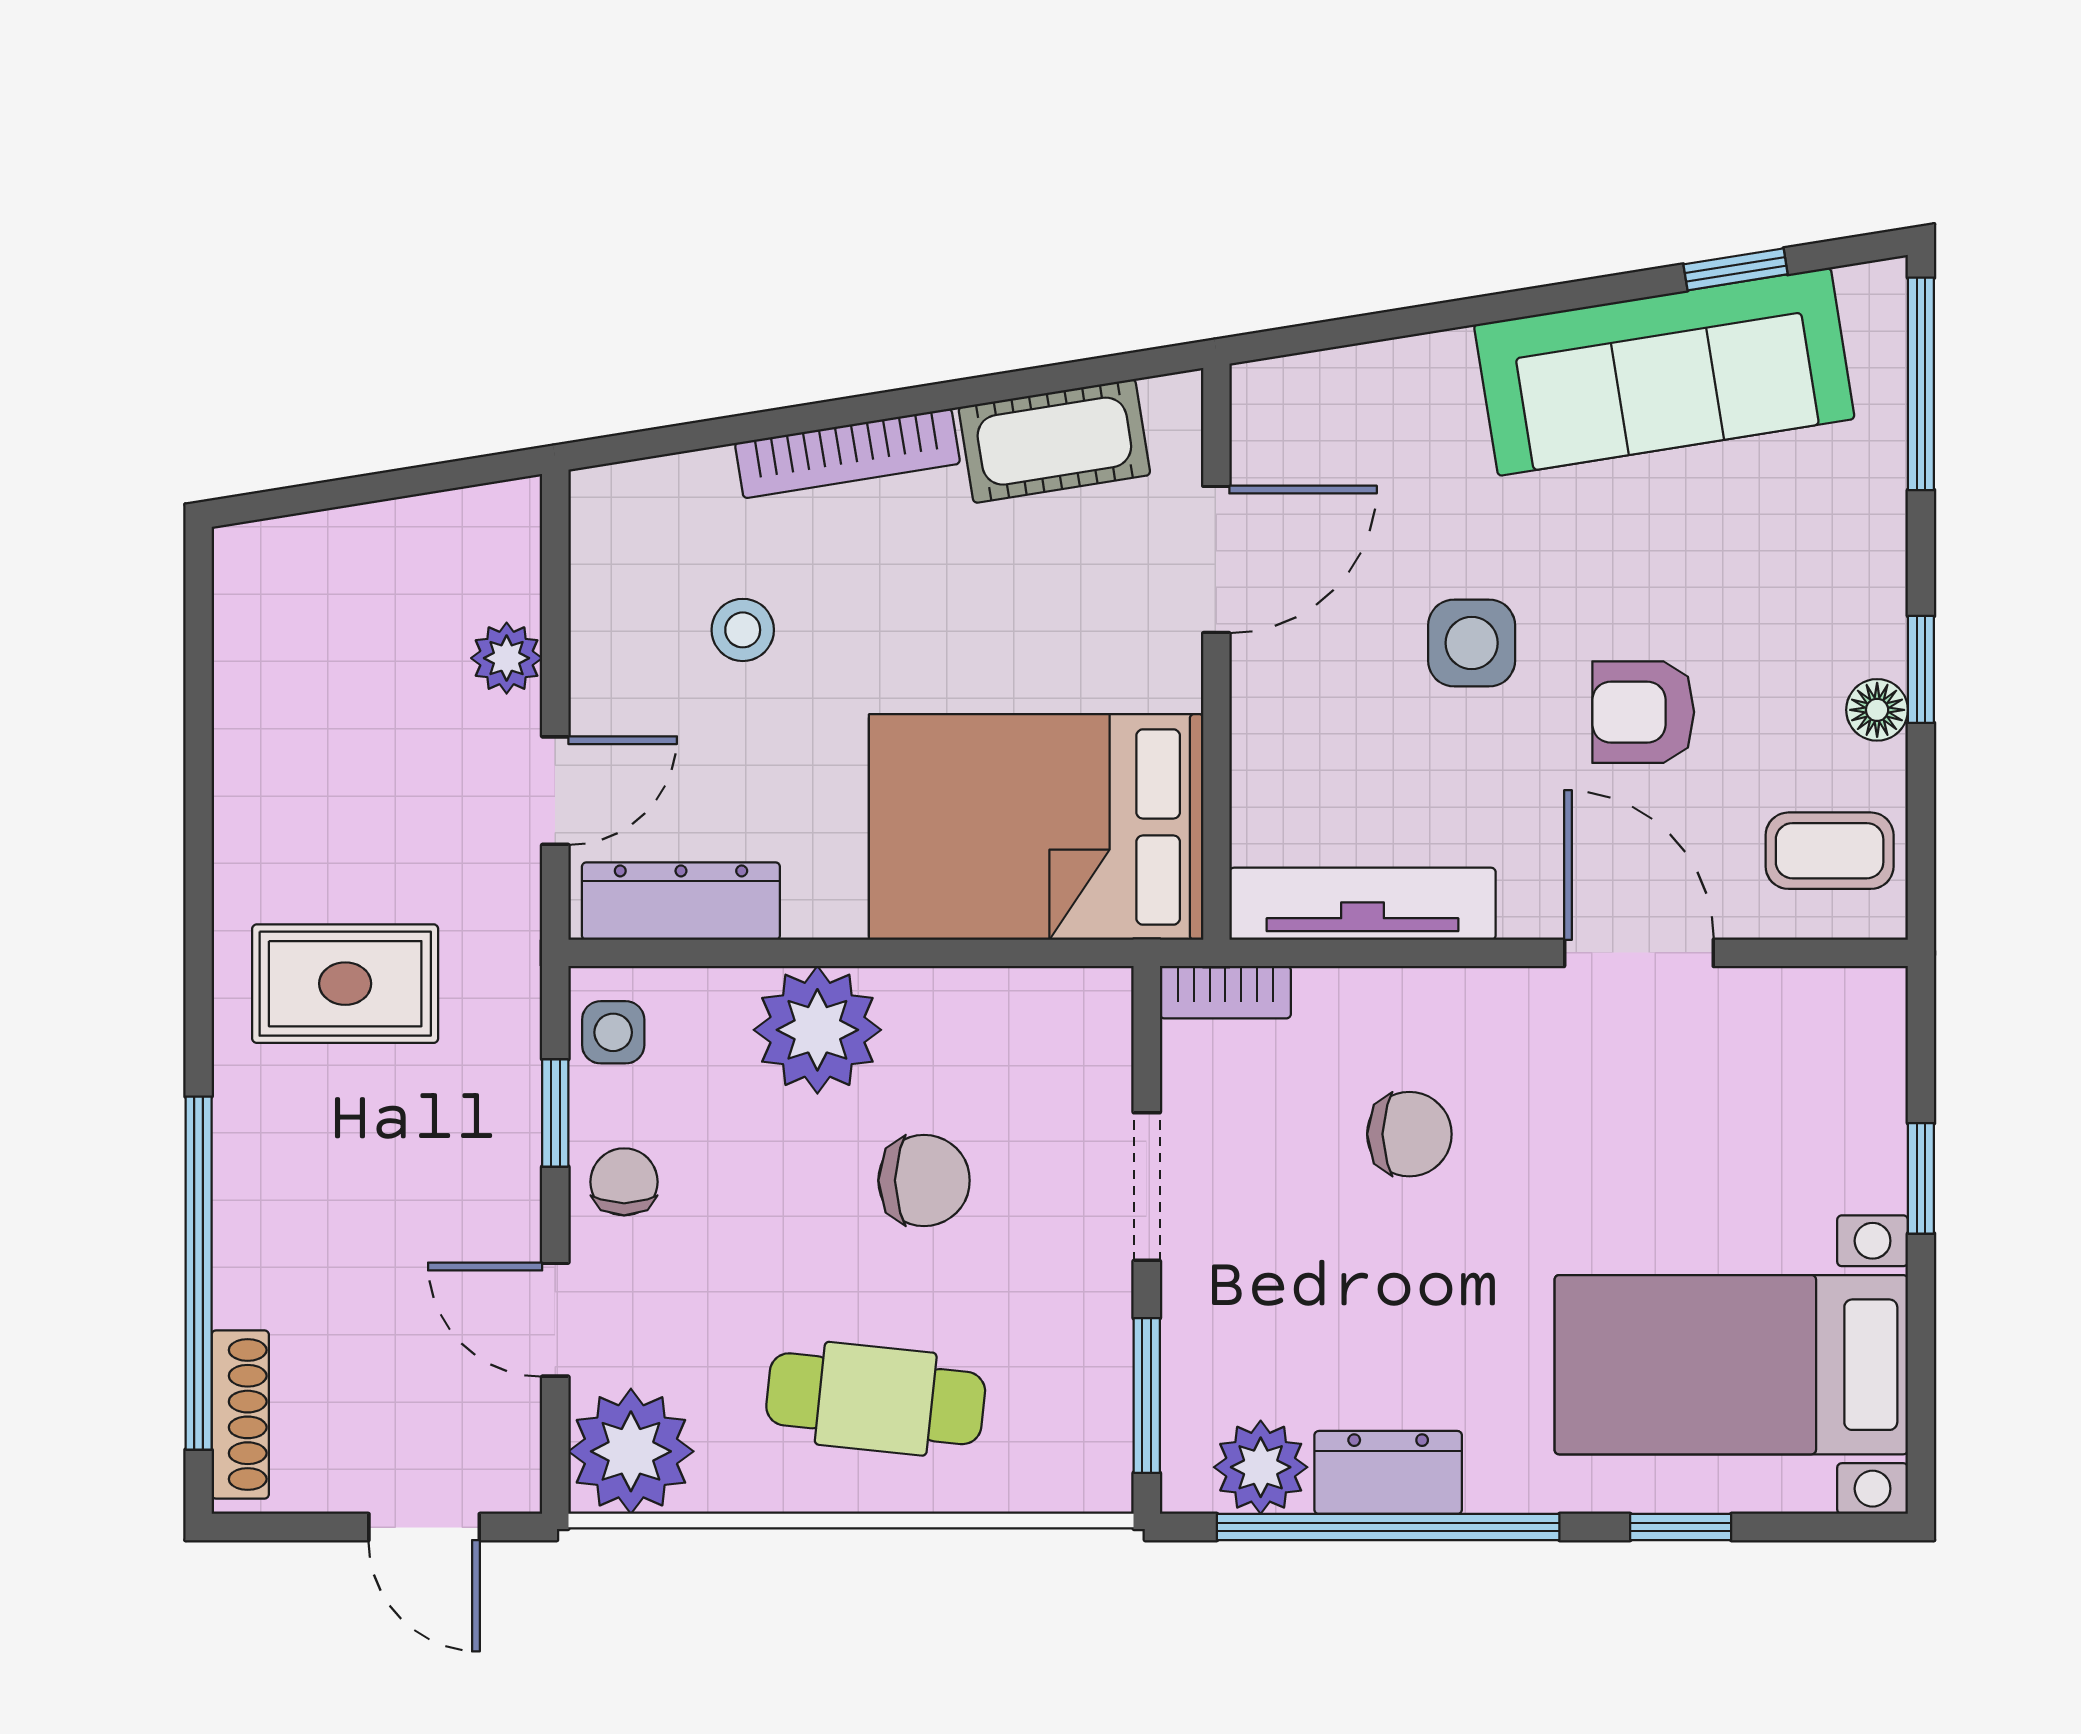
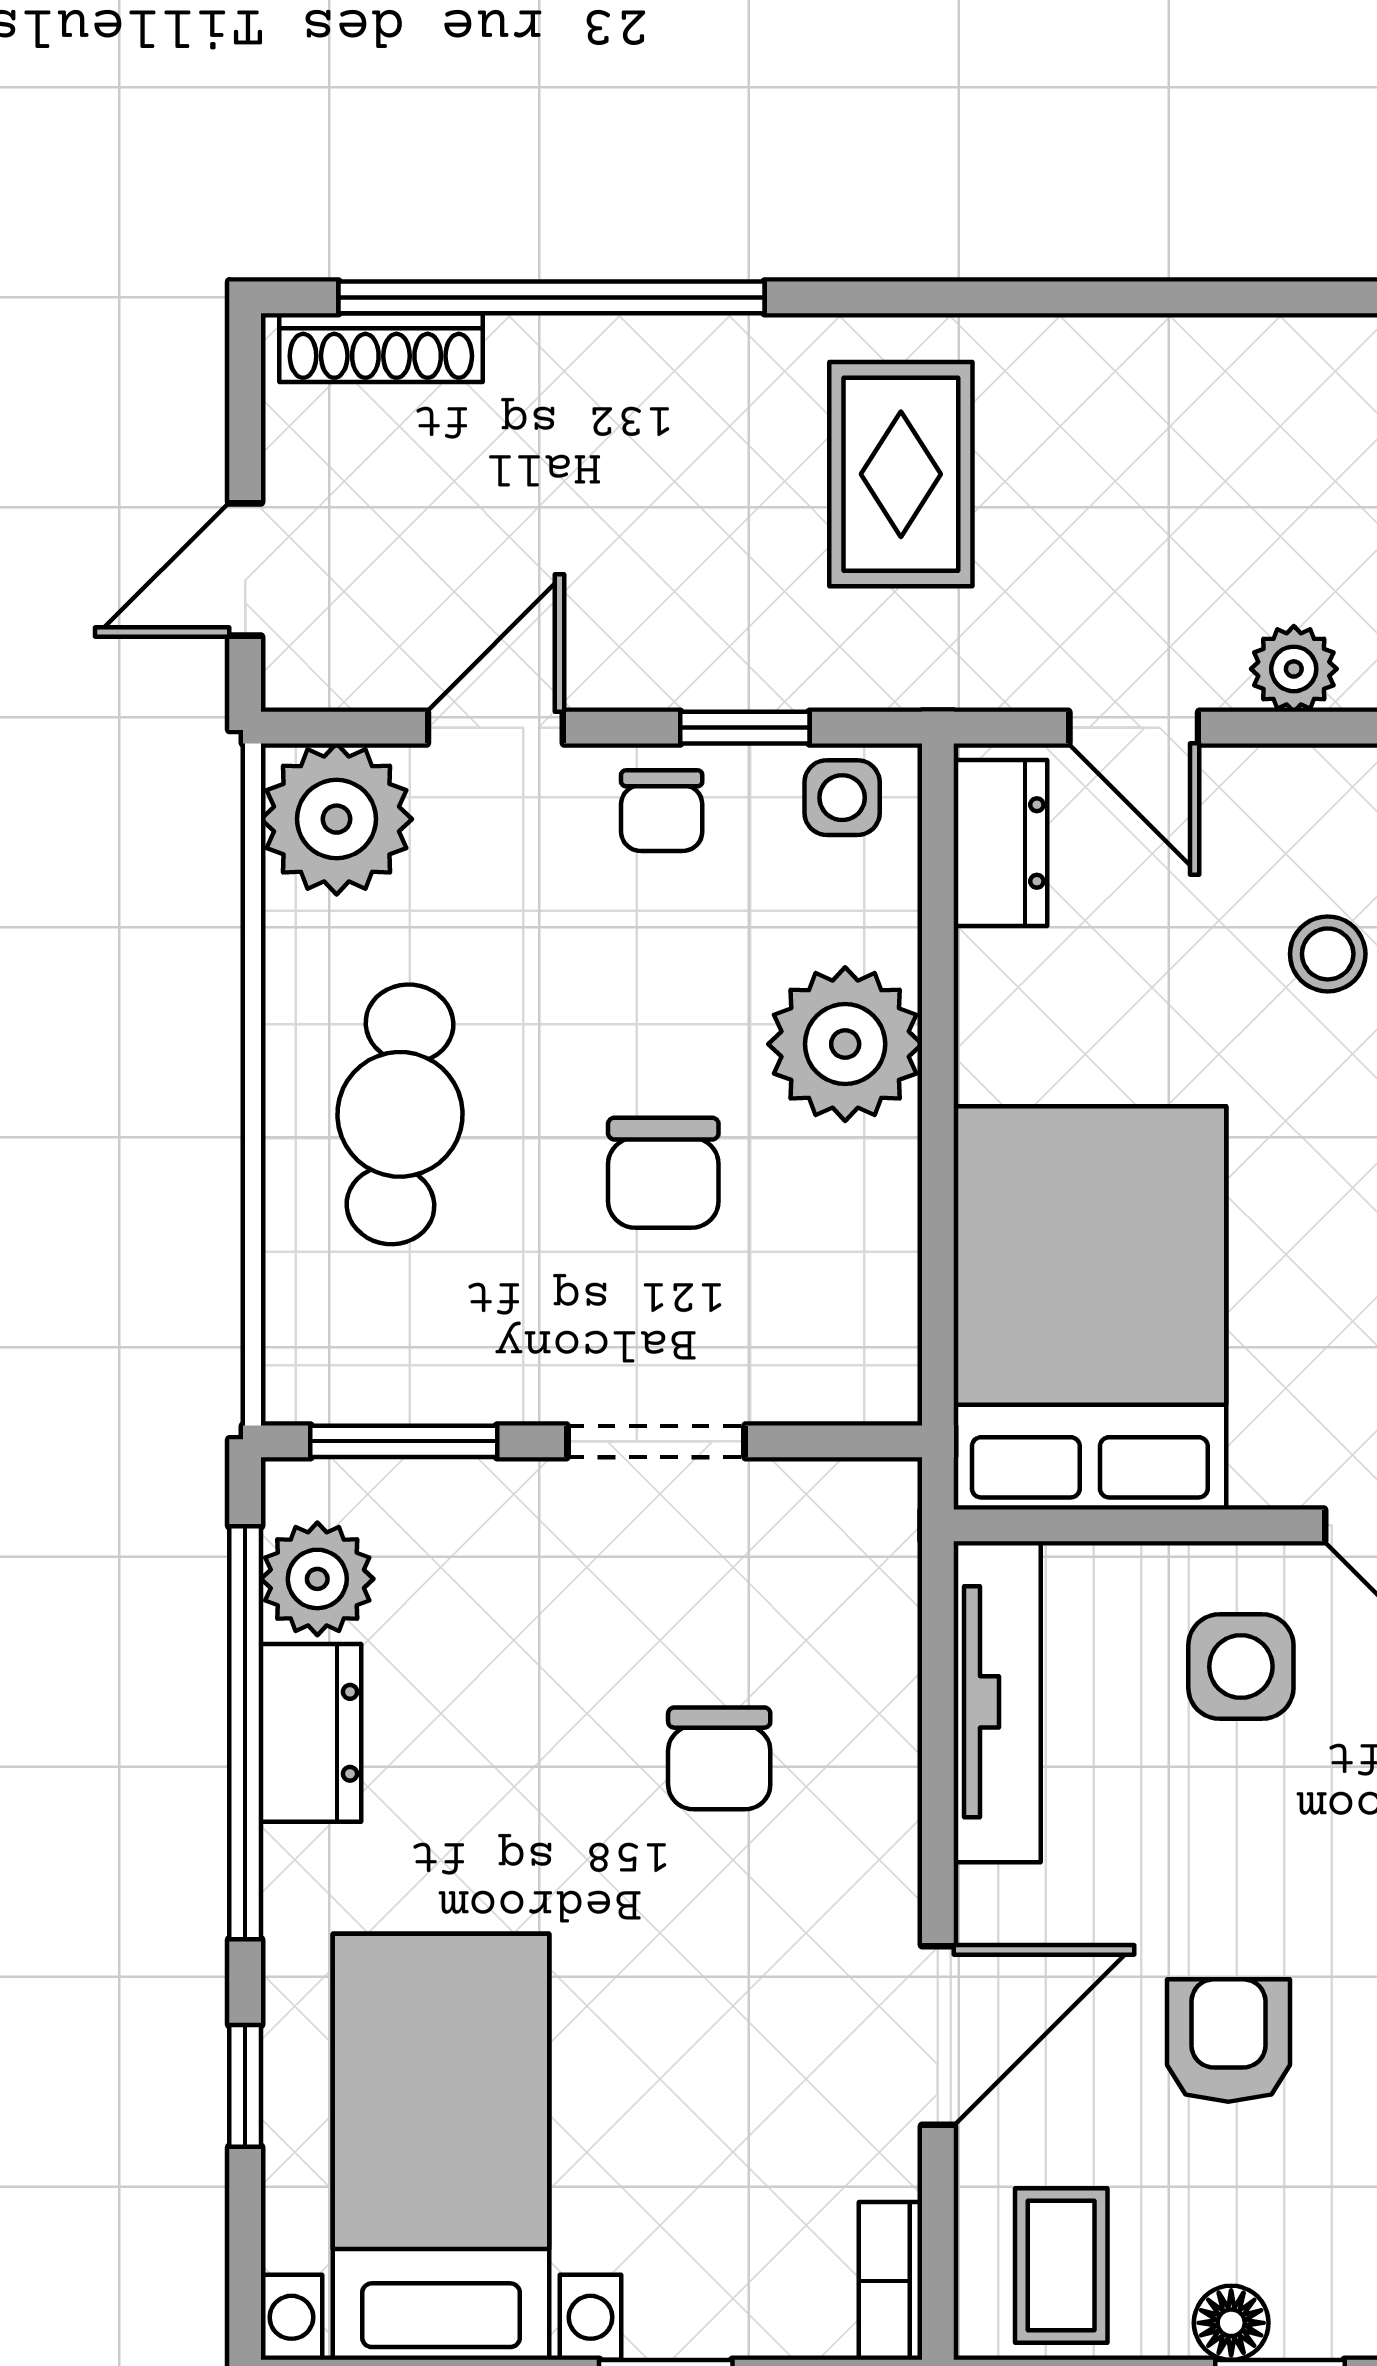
side table: (1472, 643) -> (1241, 1667), moved
dresser: (681, 901) -> (1000, 843), width x0.70
bookcase: (1225, 992) -> (891, 2281), moved
chair: (624, 1182) -> (662, 811), turned 90

